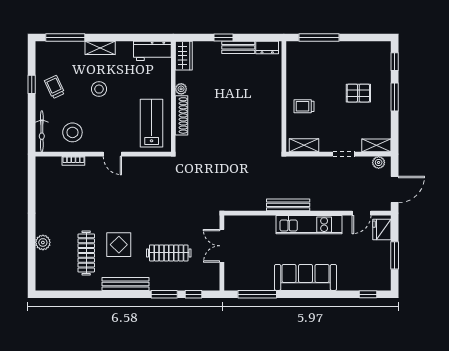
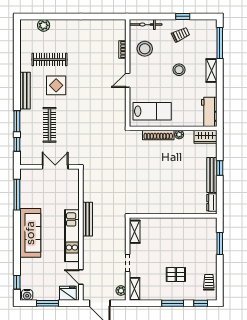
window: (319, 37) -> (220, 244), width x0.69
bench: (238, 47) -> (212, 175), width x1.36
pallet: (358, 93) -> (176, 275), turned 90
trolley: (304, 106) -> (209, 282), moved
plant: (43, 242) -> (44, 25), moved
water cooler: (384, 281) -> (27, 295), added

